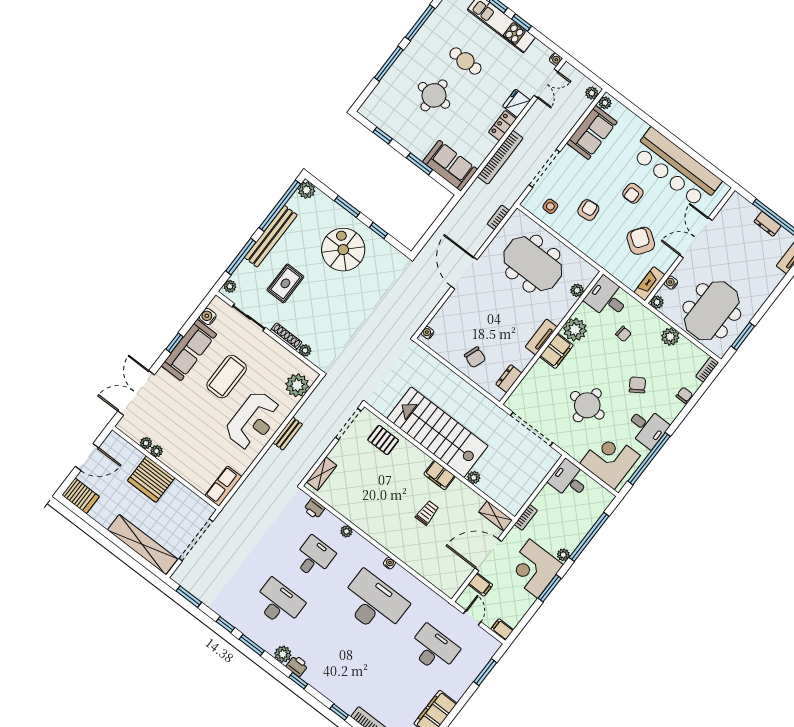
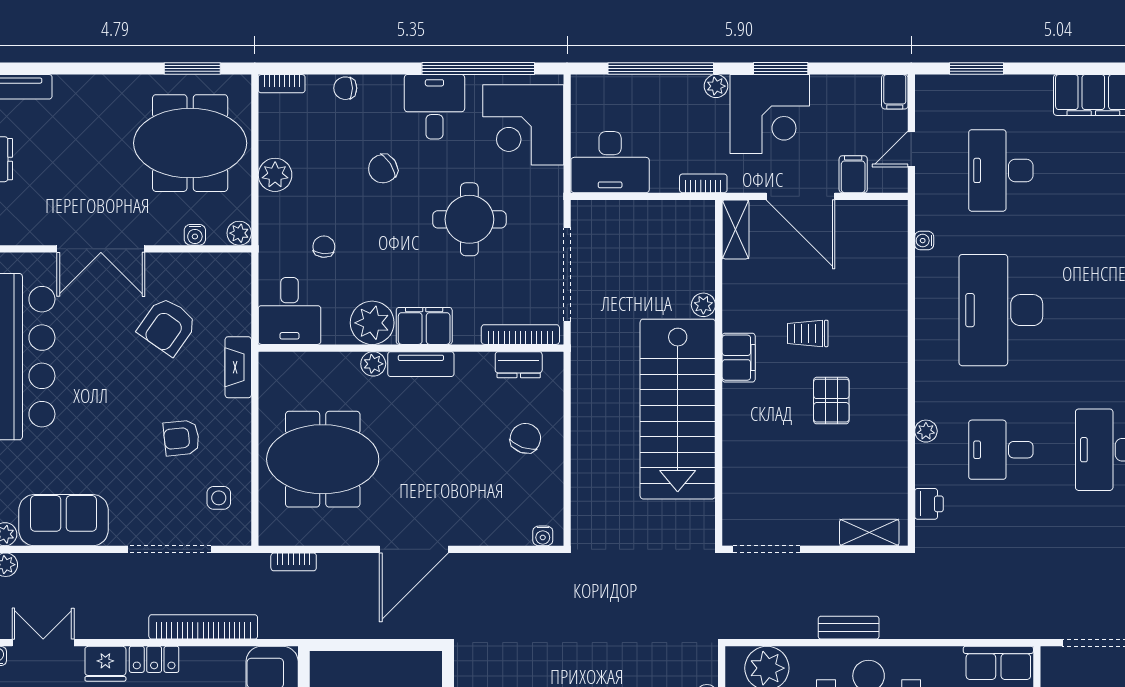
armchair: (633, 193) -> (106, 391), removed
meeting table: (533, 264) -> (323, 459), turned 90
fireplace: (649, 284) -> (238, 367), moved, turned 90
plant: (577, 290) -> (373, 364), moved
bookcase: (521, 389) -> (520, 335), added
pallet: (383, 440) -> (831, 401), moved
desk: (569, 480) -> (610, 162), width x1.37
water cooler: (389, 563) -> (924, 241), moved

